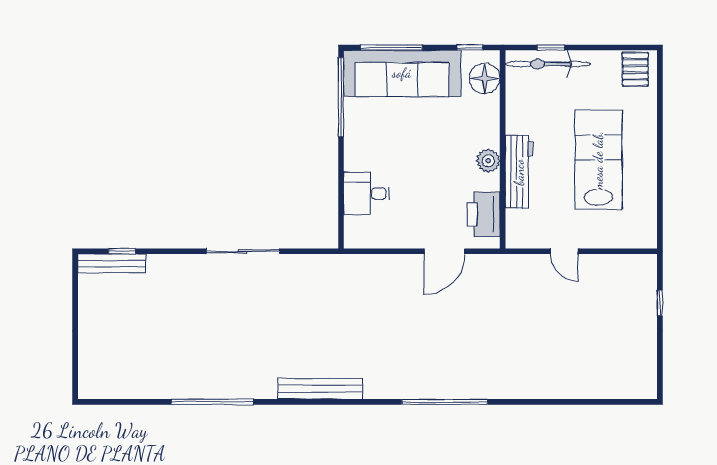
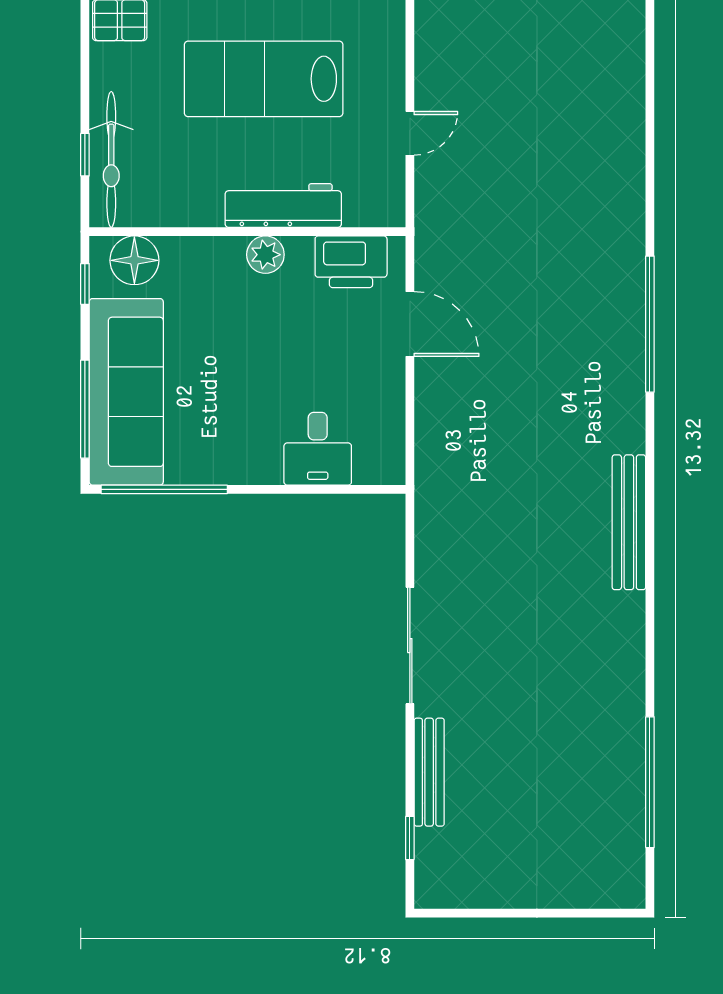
bench: (112, 263) -> (429, 772), moved
window: (212, 402) -> (650, 782), moved

